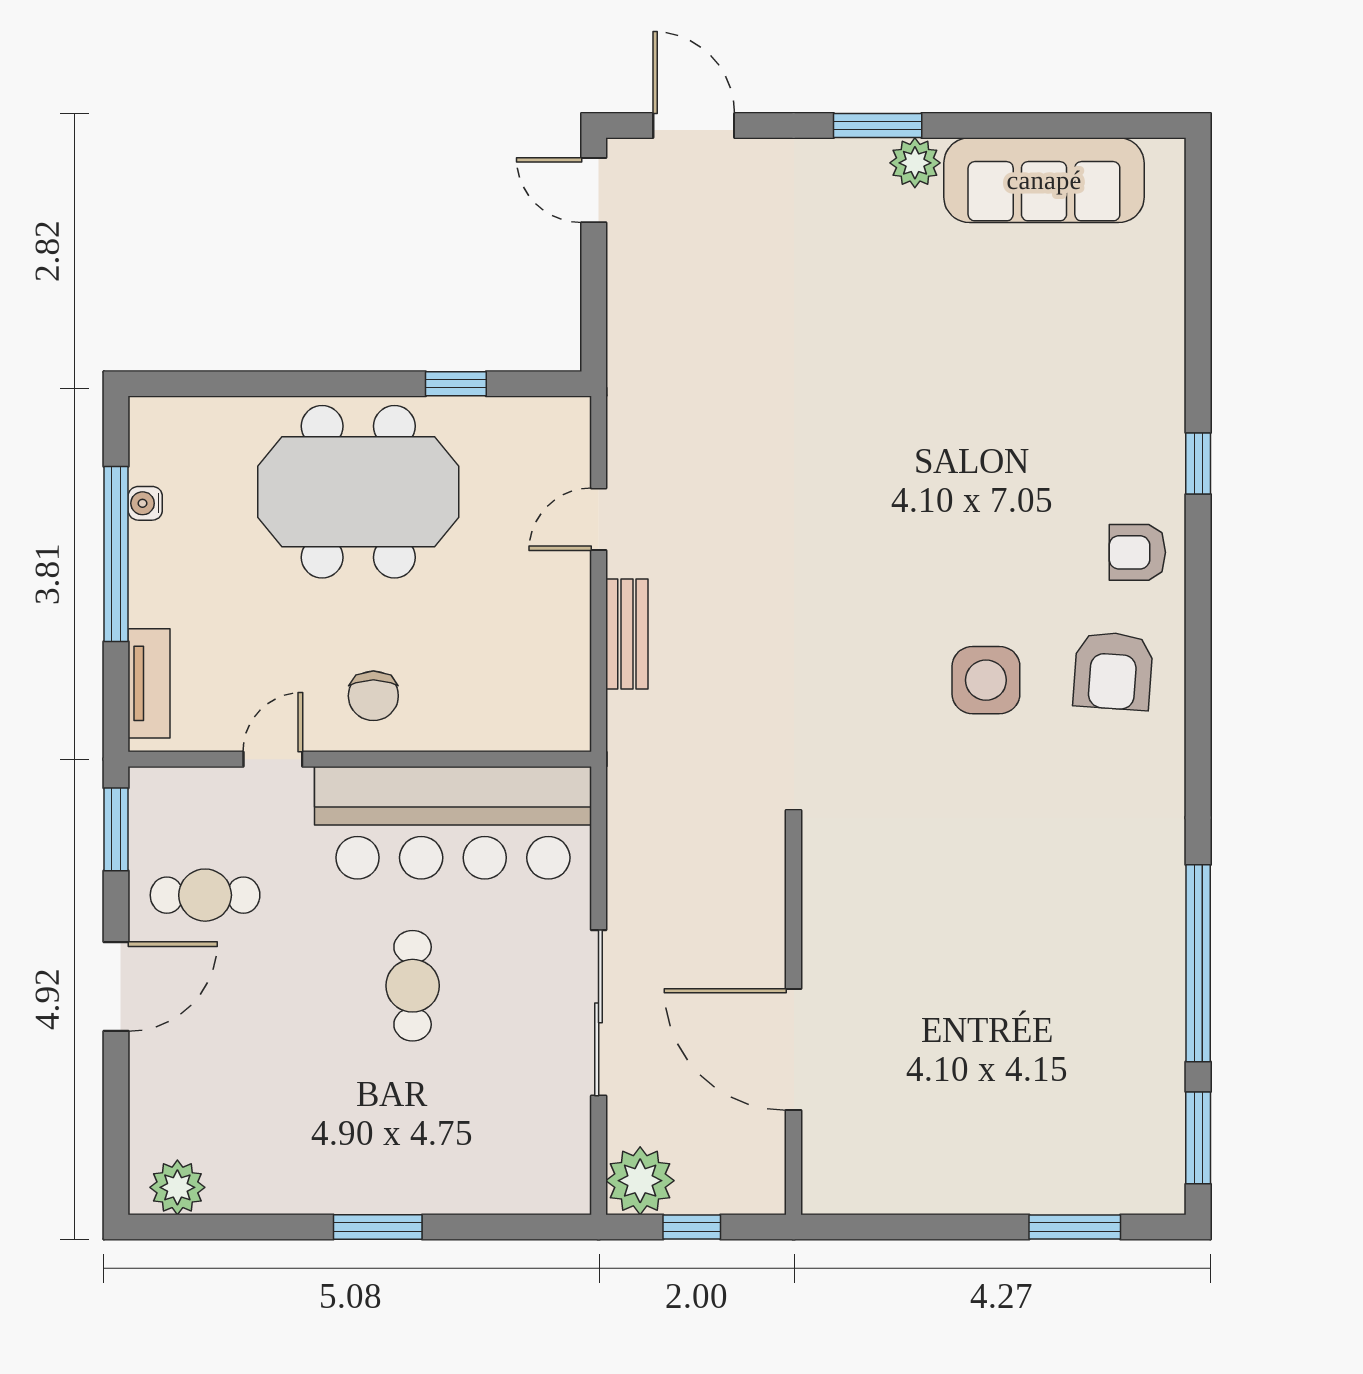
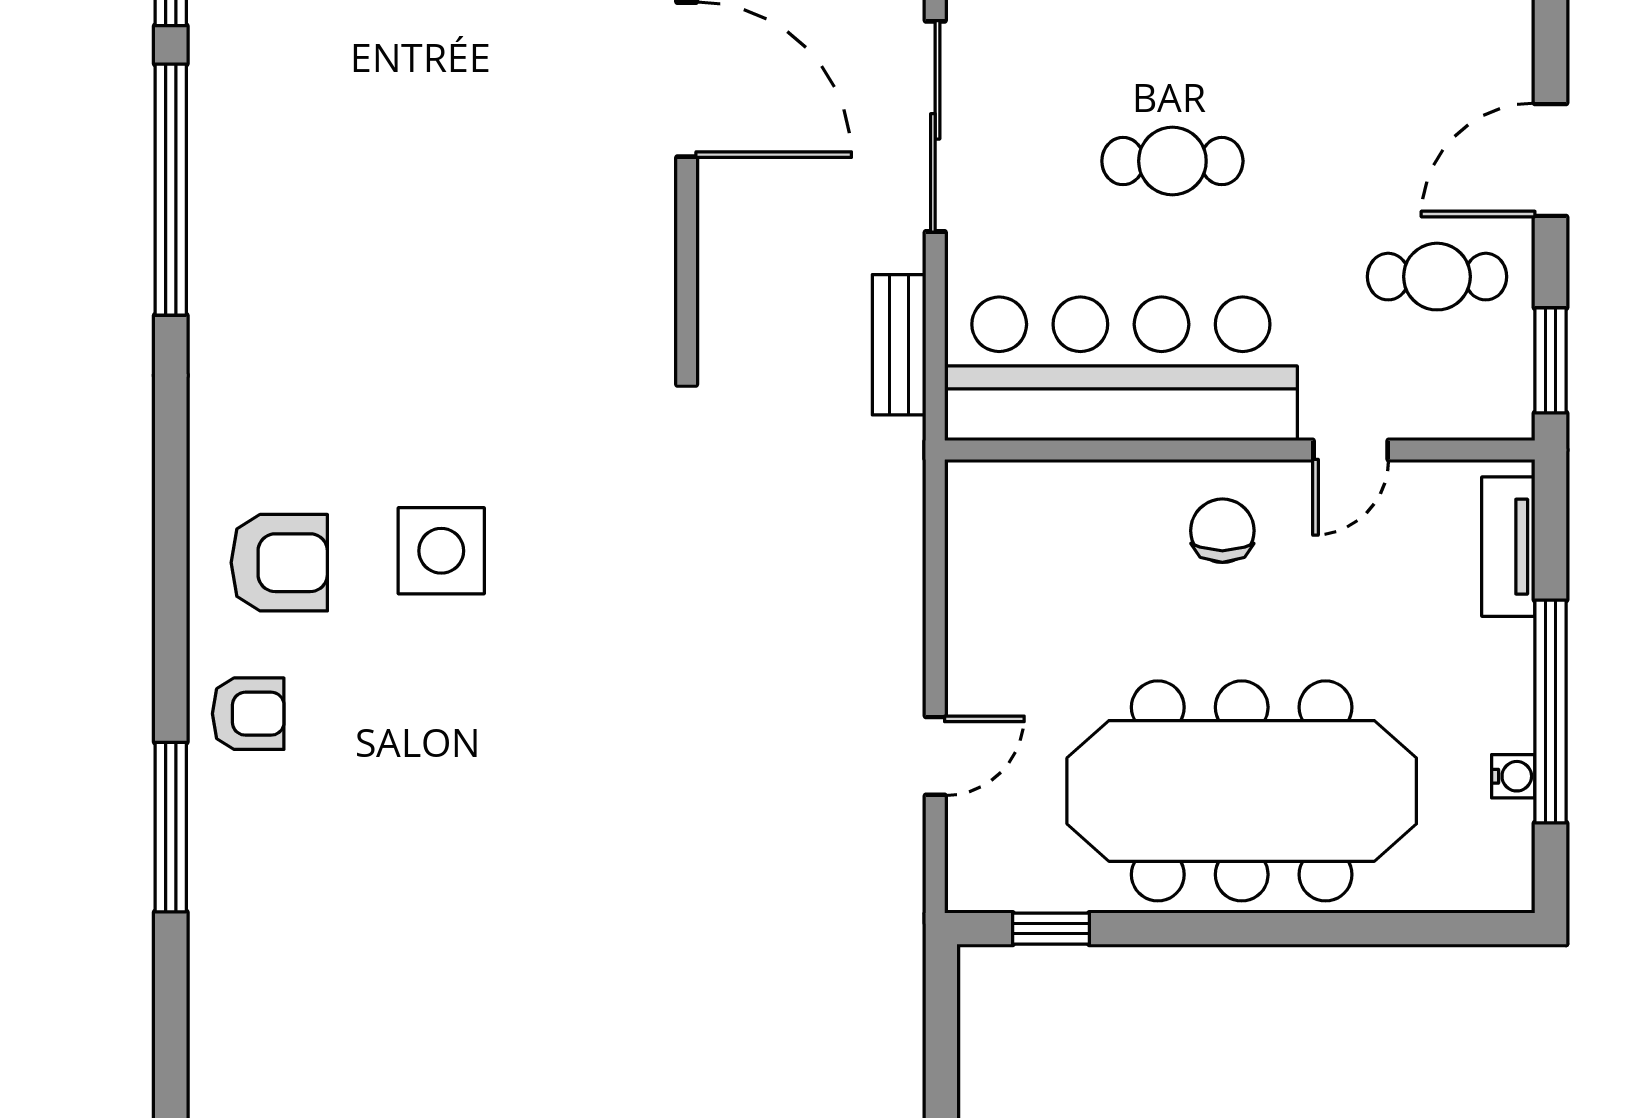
window: (456, 384) -> (1051, 929), moved
window: (1198, 463) -> (171, 827), width x2.17
meeting table: (358, 492) -> (1242, 791), width x1.36
bench: (627, 634) -> (899, 345), moved
armchair: (1113, 671) -> (279, 563), turned 86
cafe table: (413, 986) -> (1172, 161), turned 90

